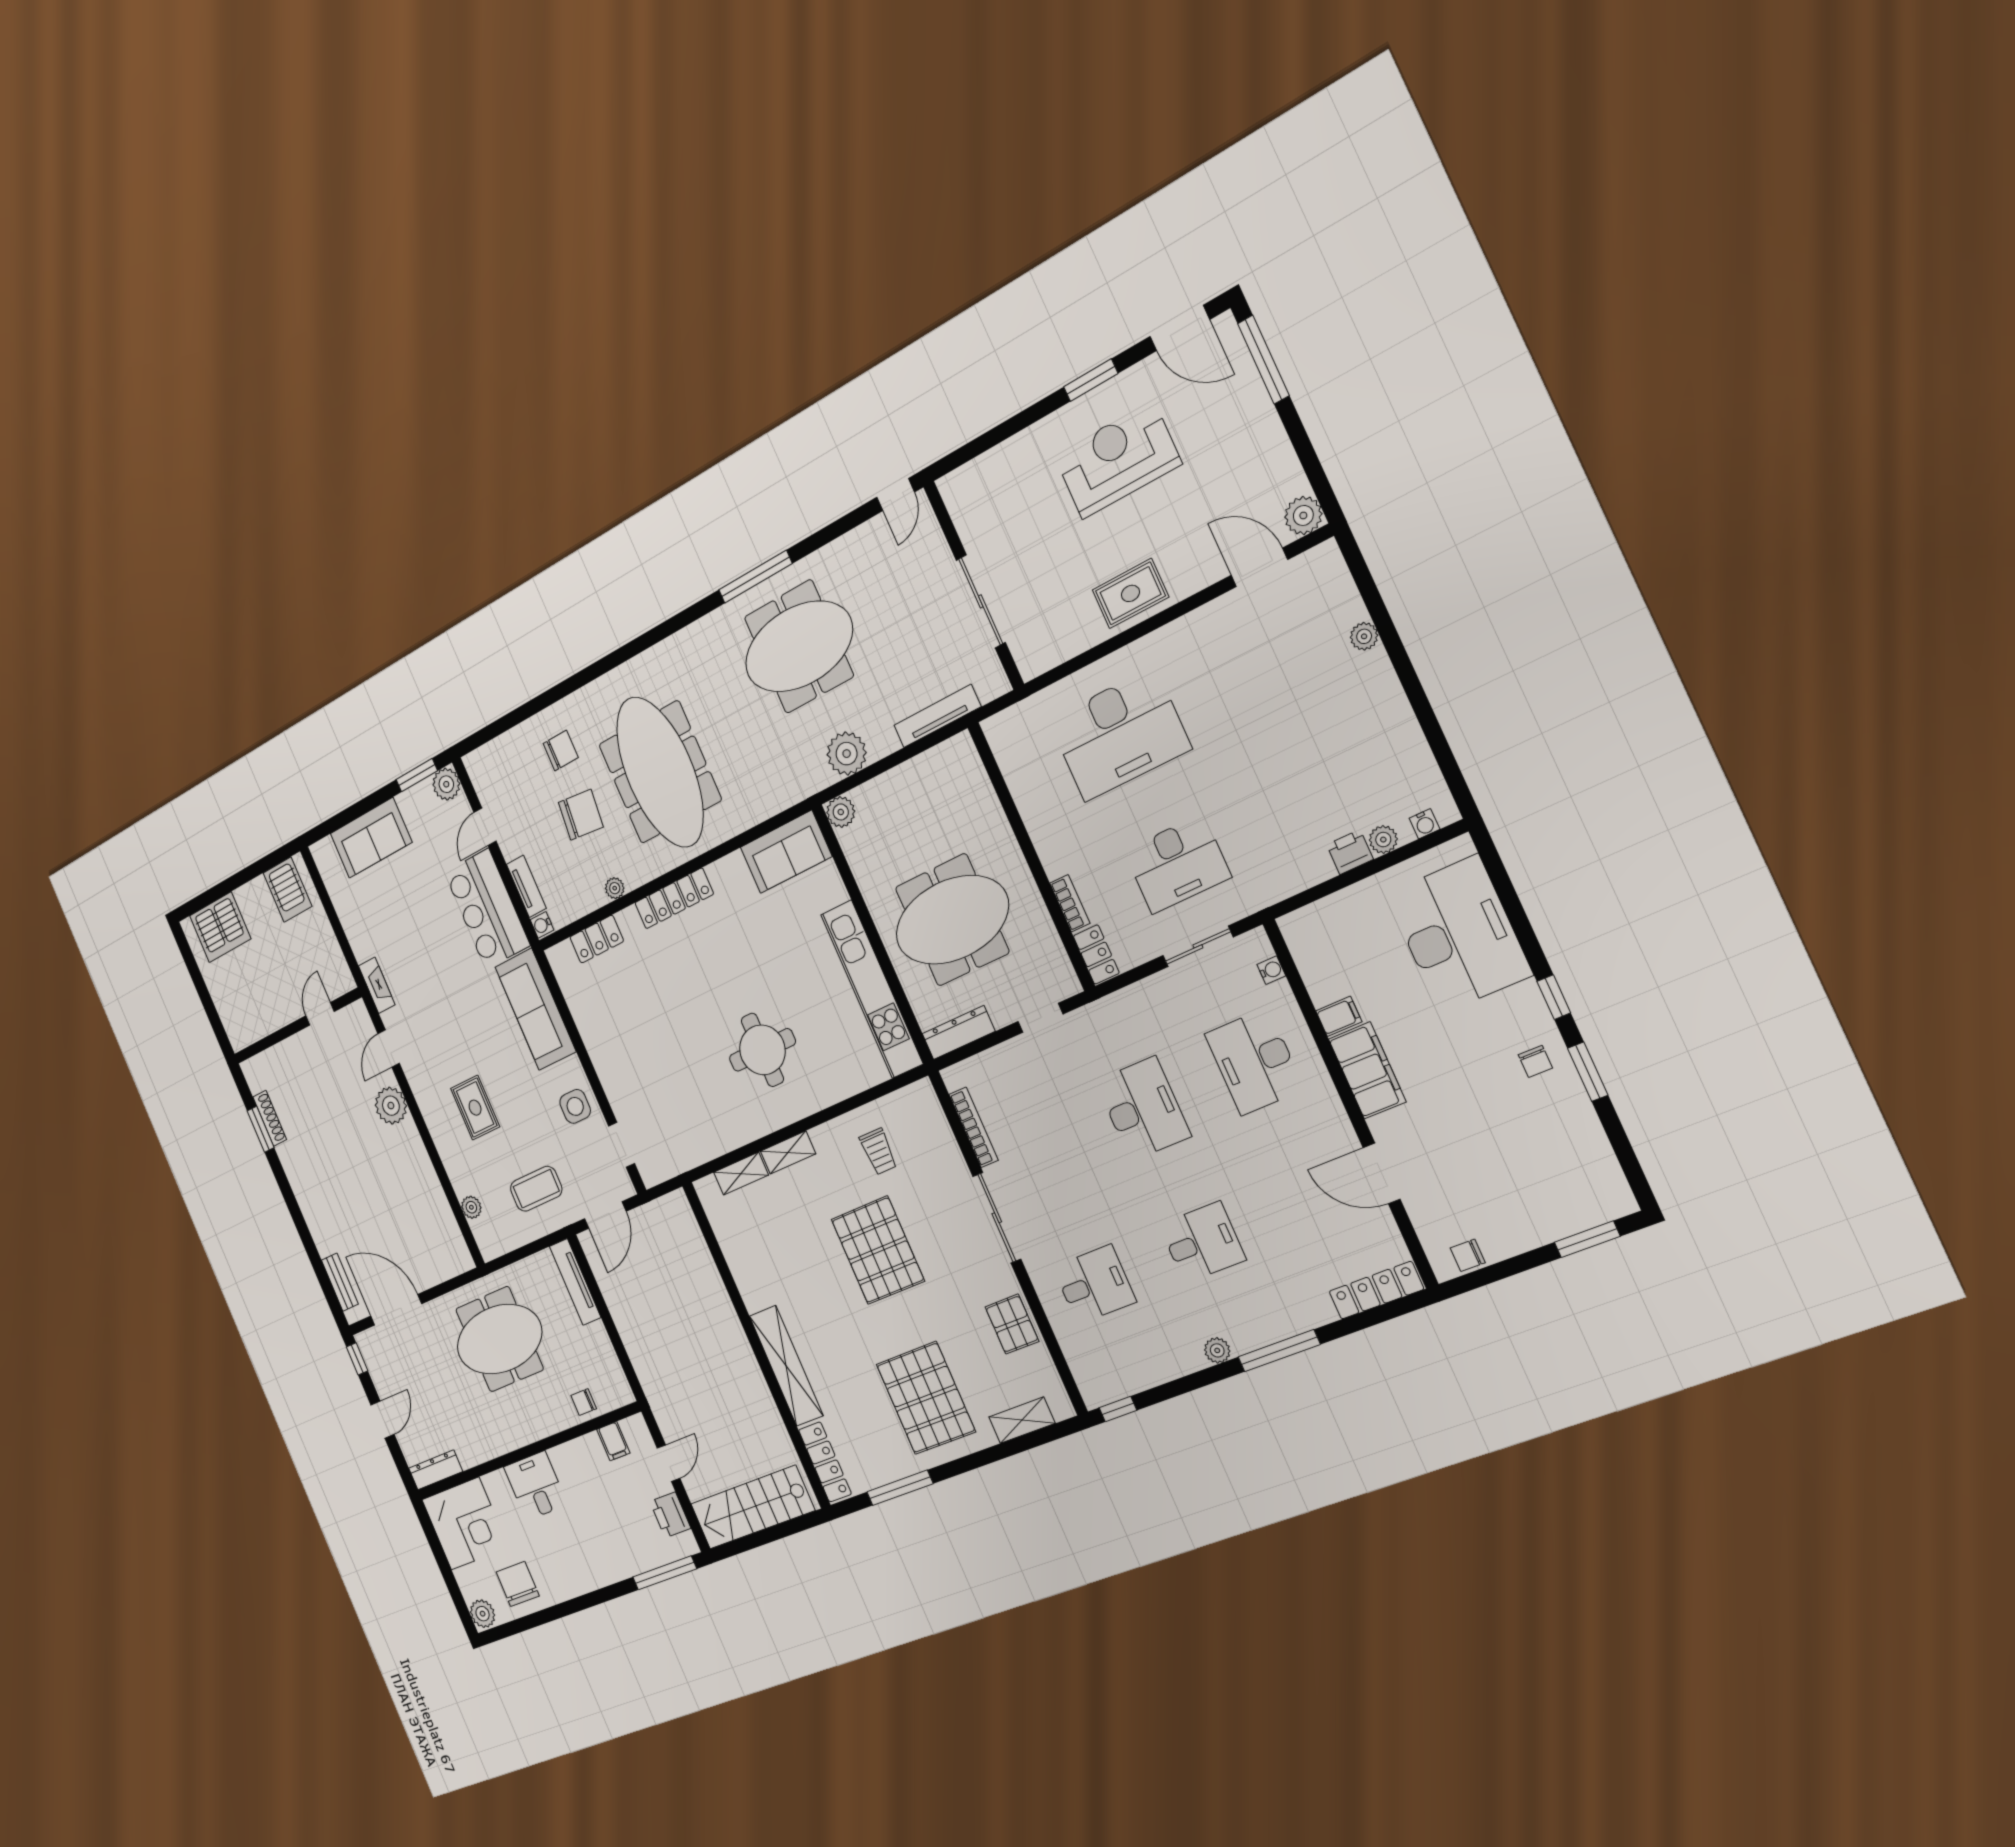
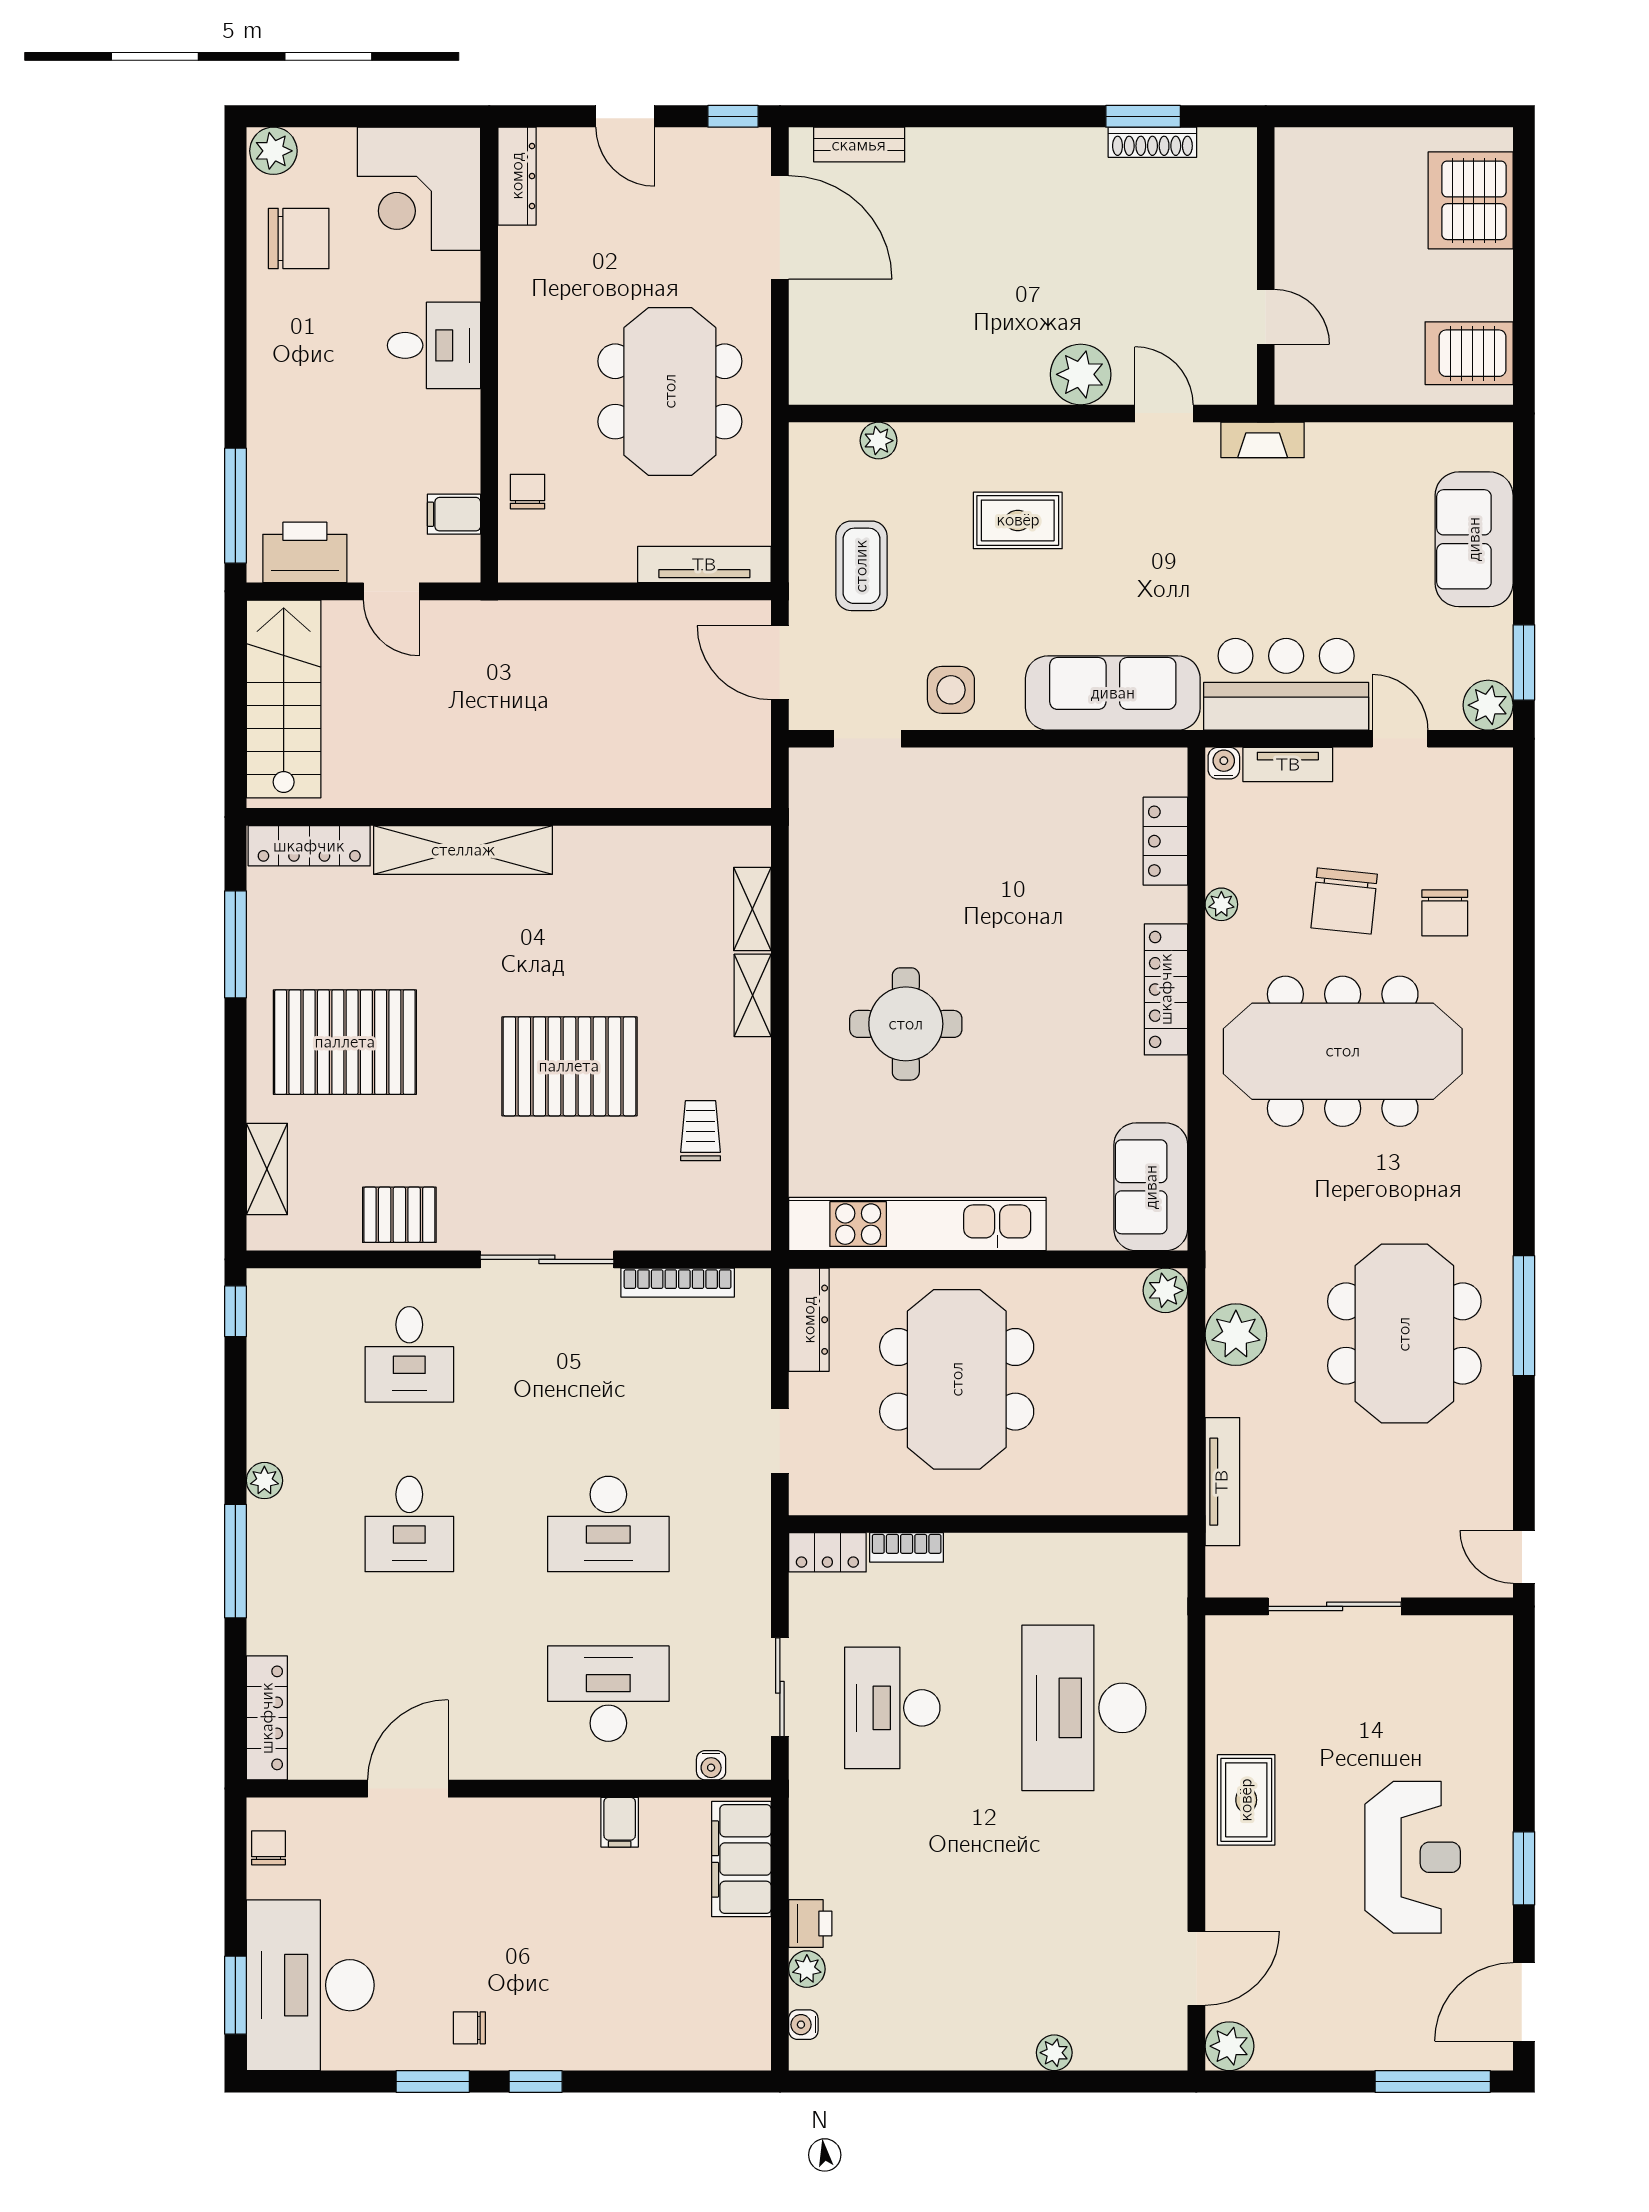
desk: (1459, 934) -> (310, 1985), moved, turned 90
filing cabinet: (1367, 1070) -> (741, 1859), moved, turned 90
trolley: (878, 1151) -> (701, 1131), turned 90
door: (396, 1310) -> (780, 227), hinge flipped
printer: (670, 1515) -> (305, 552), width x1.37, depth x1.19

